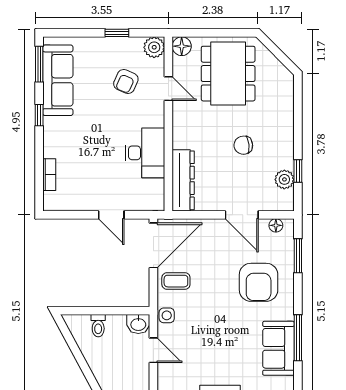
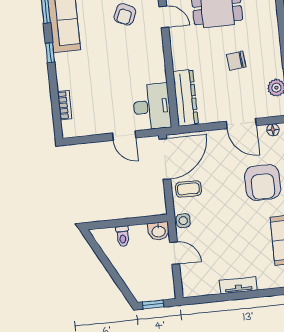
desk: (145, 153) -> (152, 107), moved

